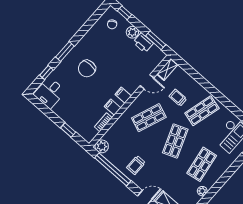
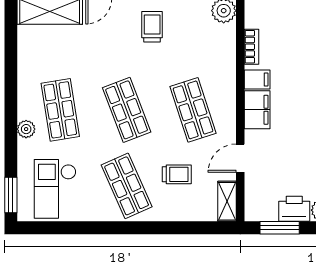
filing cabinet: (123, 95) -> (257, 110), width x2.00
shop shelf: (202, 111) -> (127, 186), turned -39
shop shelf: (149, 118) -> (193, 110), turned -39
plant: (202, 191) -> (26, 129), moved

